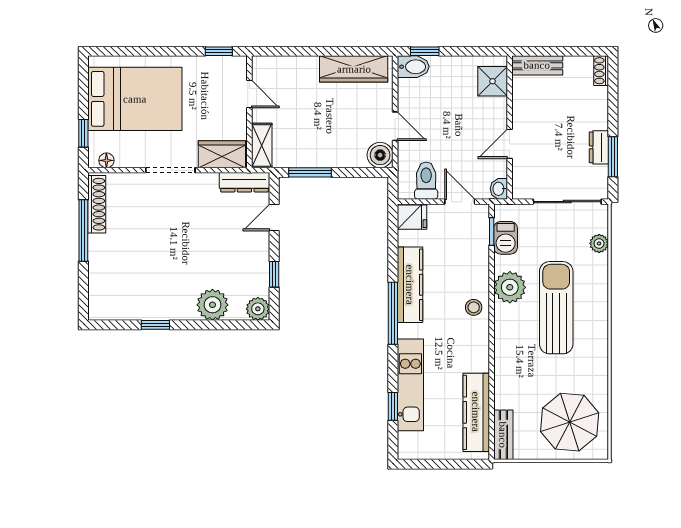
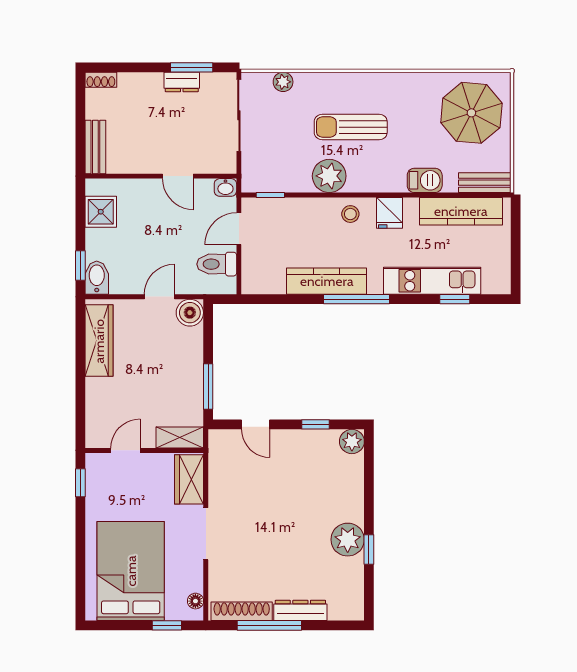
shower: (493, 81) -> (101, 212), moved
dresser: (244, 182) -> (300, 610), moved, turned -90
fridge: (412, 217) -> (390, 213), moved, turned 180
barbecue: (506, 238) -> (425, 180), moved
plant: (212, 305) -> (348, 540), moved
sun lounger: (556, 308) -> (351, 127), width x0.73, depth x0.75

